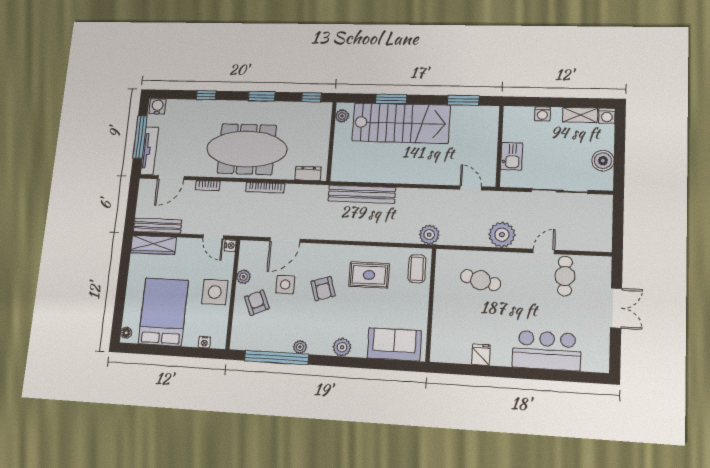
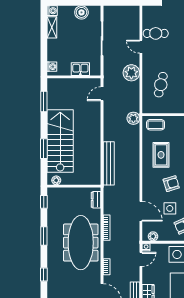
washing machine: (542, 114) -> (52, 67), moved
plant: (243, 277) -> (153, 236), moved

